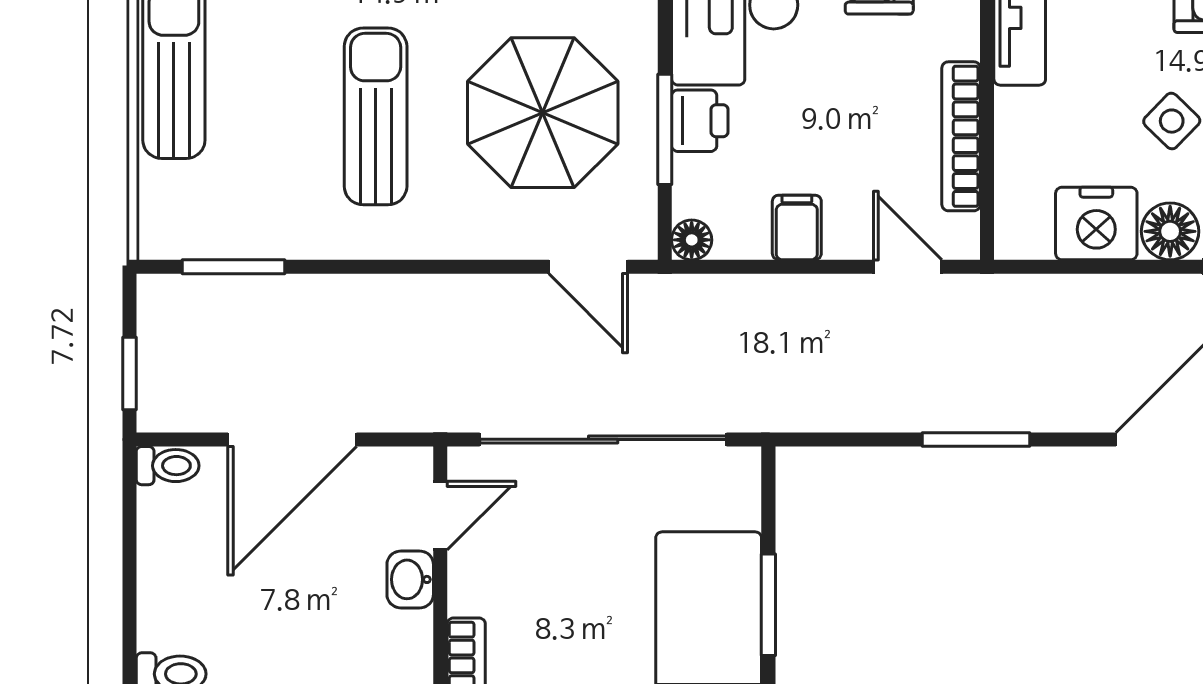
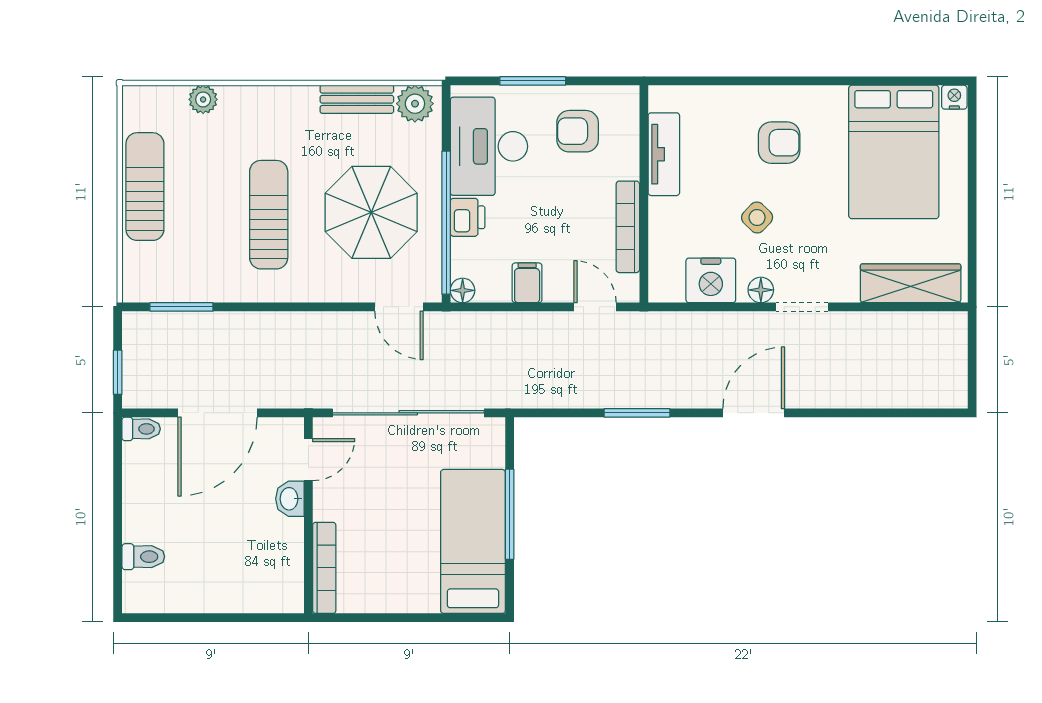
window: (665, 129) -> (446, 223), width x2.11
floor lamp: (1170, 231) -> (761, 290), width x0.73, depth x0.73
window: (768, 605) -> (510, 514), width x1.44

